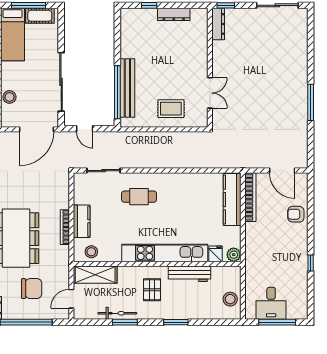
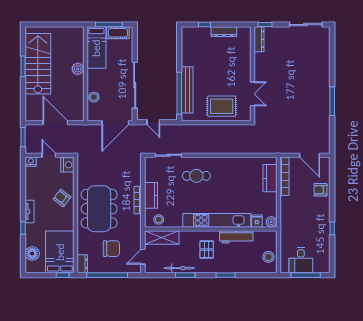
rug: (171, 109) -> (222, 106), width x1.36, depth x1.43
kitchen counter: (232, 200) -> (270, 178), width x0.67

